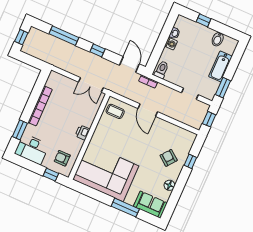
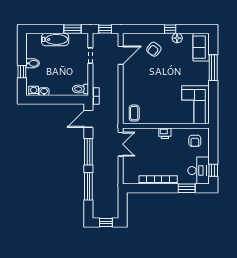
bidet: (218, 39) -> (33, 63), moved
washing machine: (171, 44) -> (34, 91), moved
window: (97, 50) -> (88, 152), width x2.17
door: (148, 110) -> (121, 55), moved
window: (190, 161) -> (170, 29), moved
corner sofa: (106, 173) -> (196, 105), width x0.73, depth x0.74
window: (51, 175) -> (213, 170), moved

